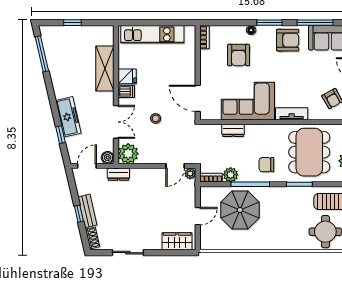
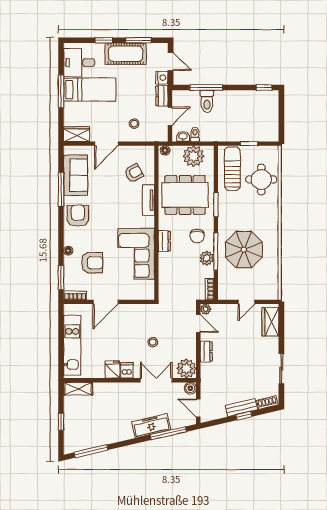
window: (269, 23) -> (61, 278), moved
shelving: (105, 68) -> (78, 389), moved, width x0.67, depth x0.75
door: (198, 98) -> (106, 302), moved
tv unit: (292, 114) -> (148, 200), moved
dresser: (233, 130) -> (164, 241), moved
window: (61, 135) -> (168, 433), width x2.17
dresser: (118, 174) -> (206, 351), moved
plant: (231, 175) -> (207, 258), moved
parasol: (240, 210) -> (244, 250), moved
door: (198, 216) -> (246, 302), swing flipped

